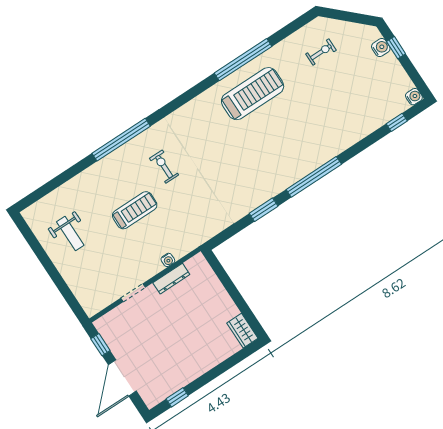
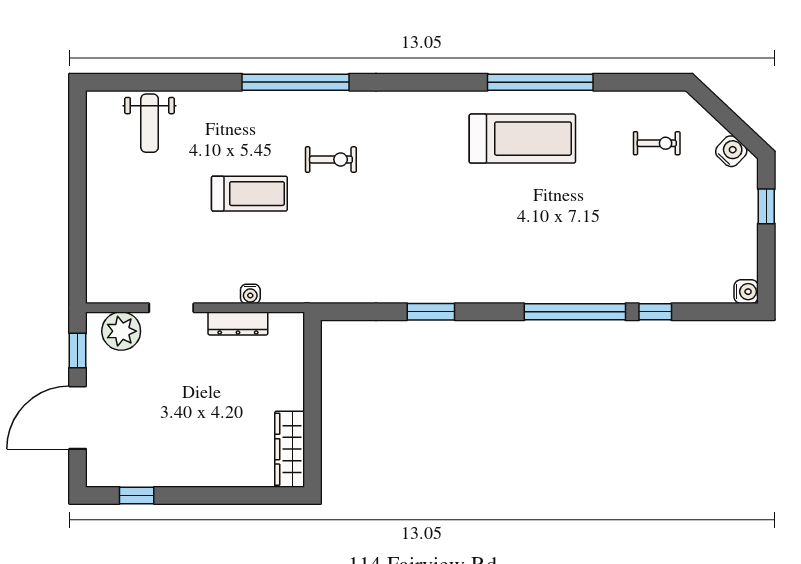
water cooler: (381, 48) -> (731, 151), moved, turned -47
window: (397, 122) -> (655, 312), moved
exercise bike: (164, 167) -> (331, 160), turned 90
window: (314, 177) -> (575, 312), moved
weight bench: (70, 234) -> (150, 123), moved
plant: (116, 321) -> (121, 331), added
wardrobe: (242, 331) -> (290, 449), width x1.50

